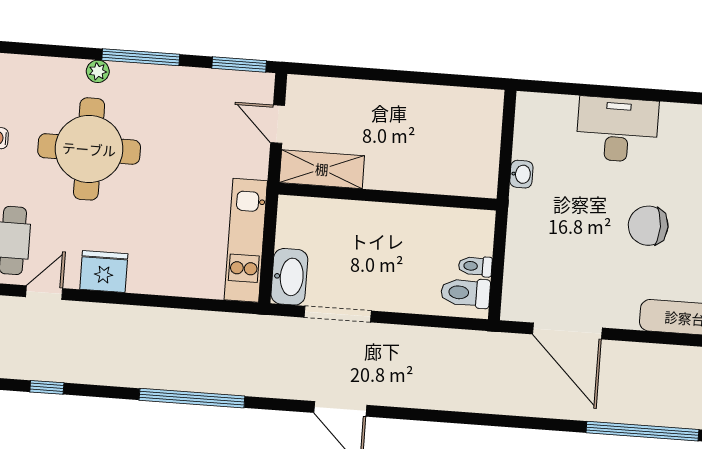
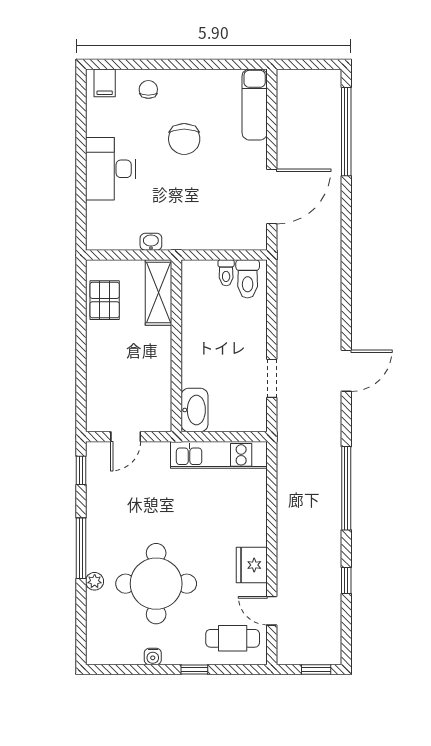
window: (239, 64) -> (81, 470), width x0.67
pallet: (452, 110) -> (105, 300), added
shelving: (322, 169) -> (159, 293), moved
washbasin: (289, 277) -> (194, 410), moved, turned 90
doorway: (338, 314) -> (272, 378), width x0.73
window: (47, 387) -> (346, 581), moved

